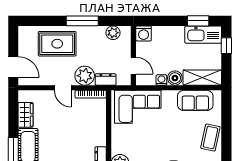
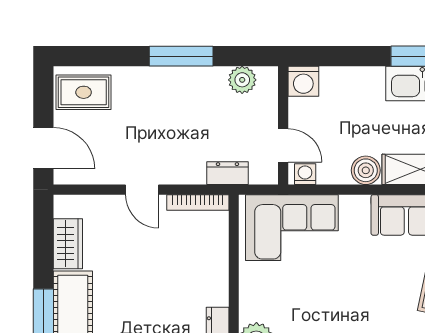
rug: (57, 44) -> (84, 92), moved, width x0.73, depth x0.70
plant: (85, 76) -> (186, 165), removed
washing machine: (161, 80) -> (305, 174), moved

